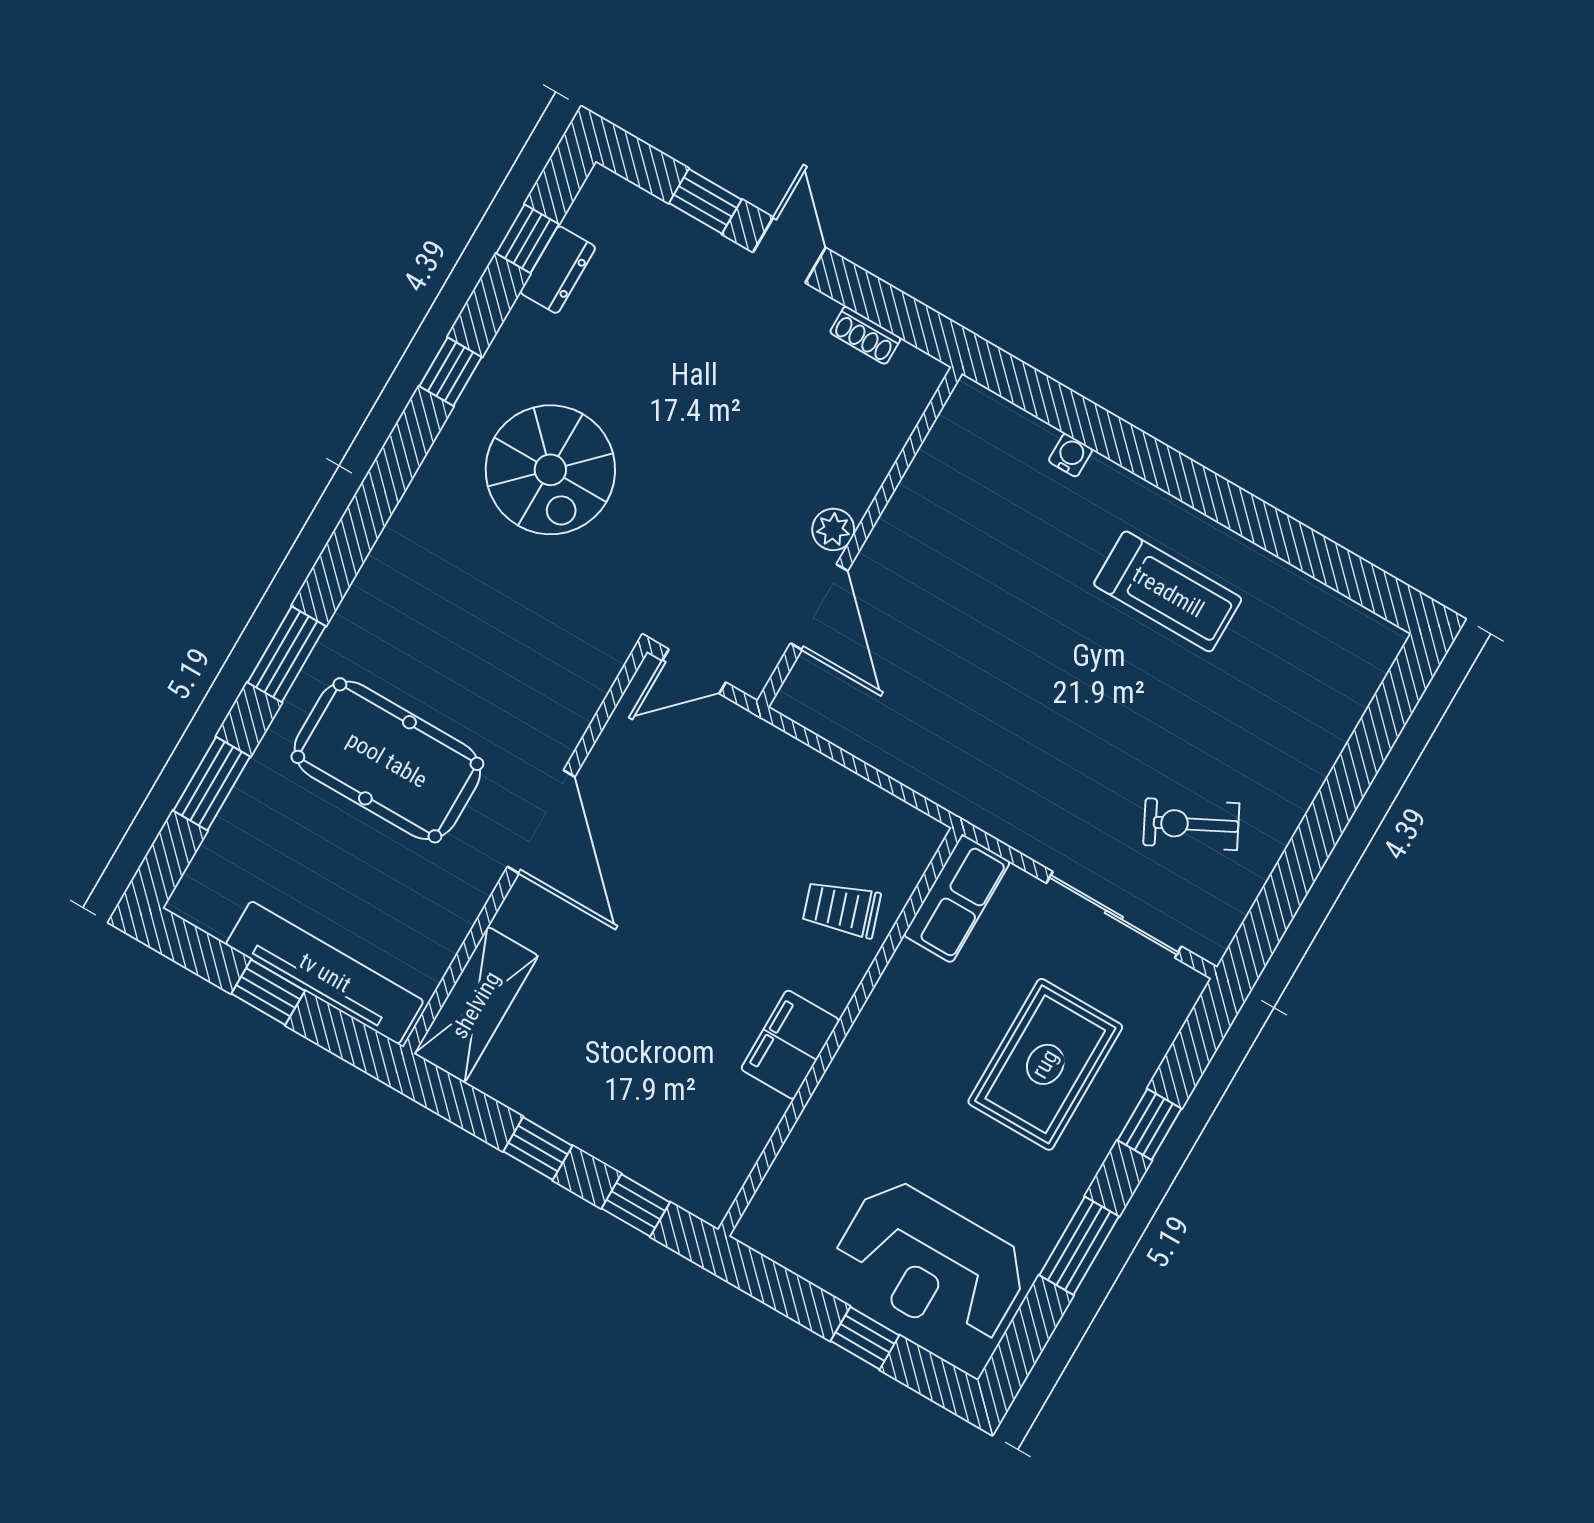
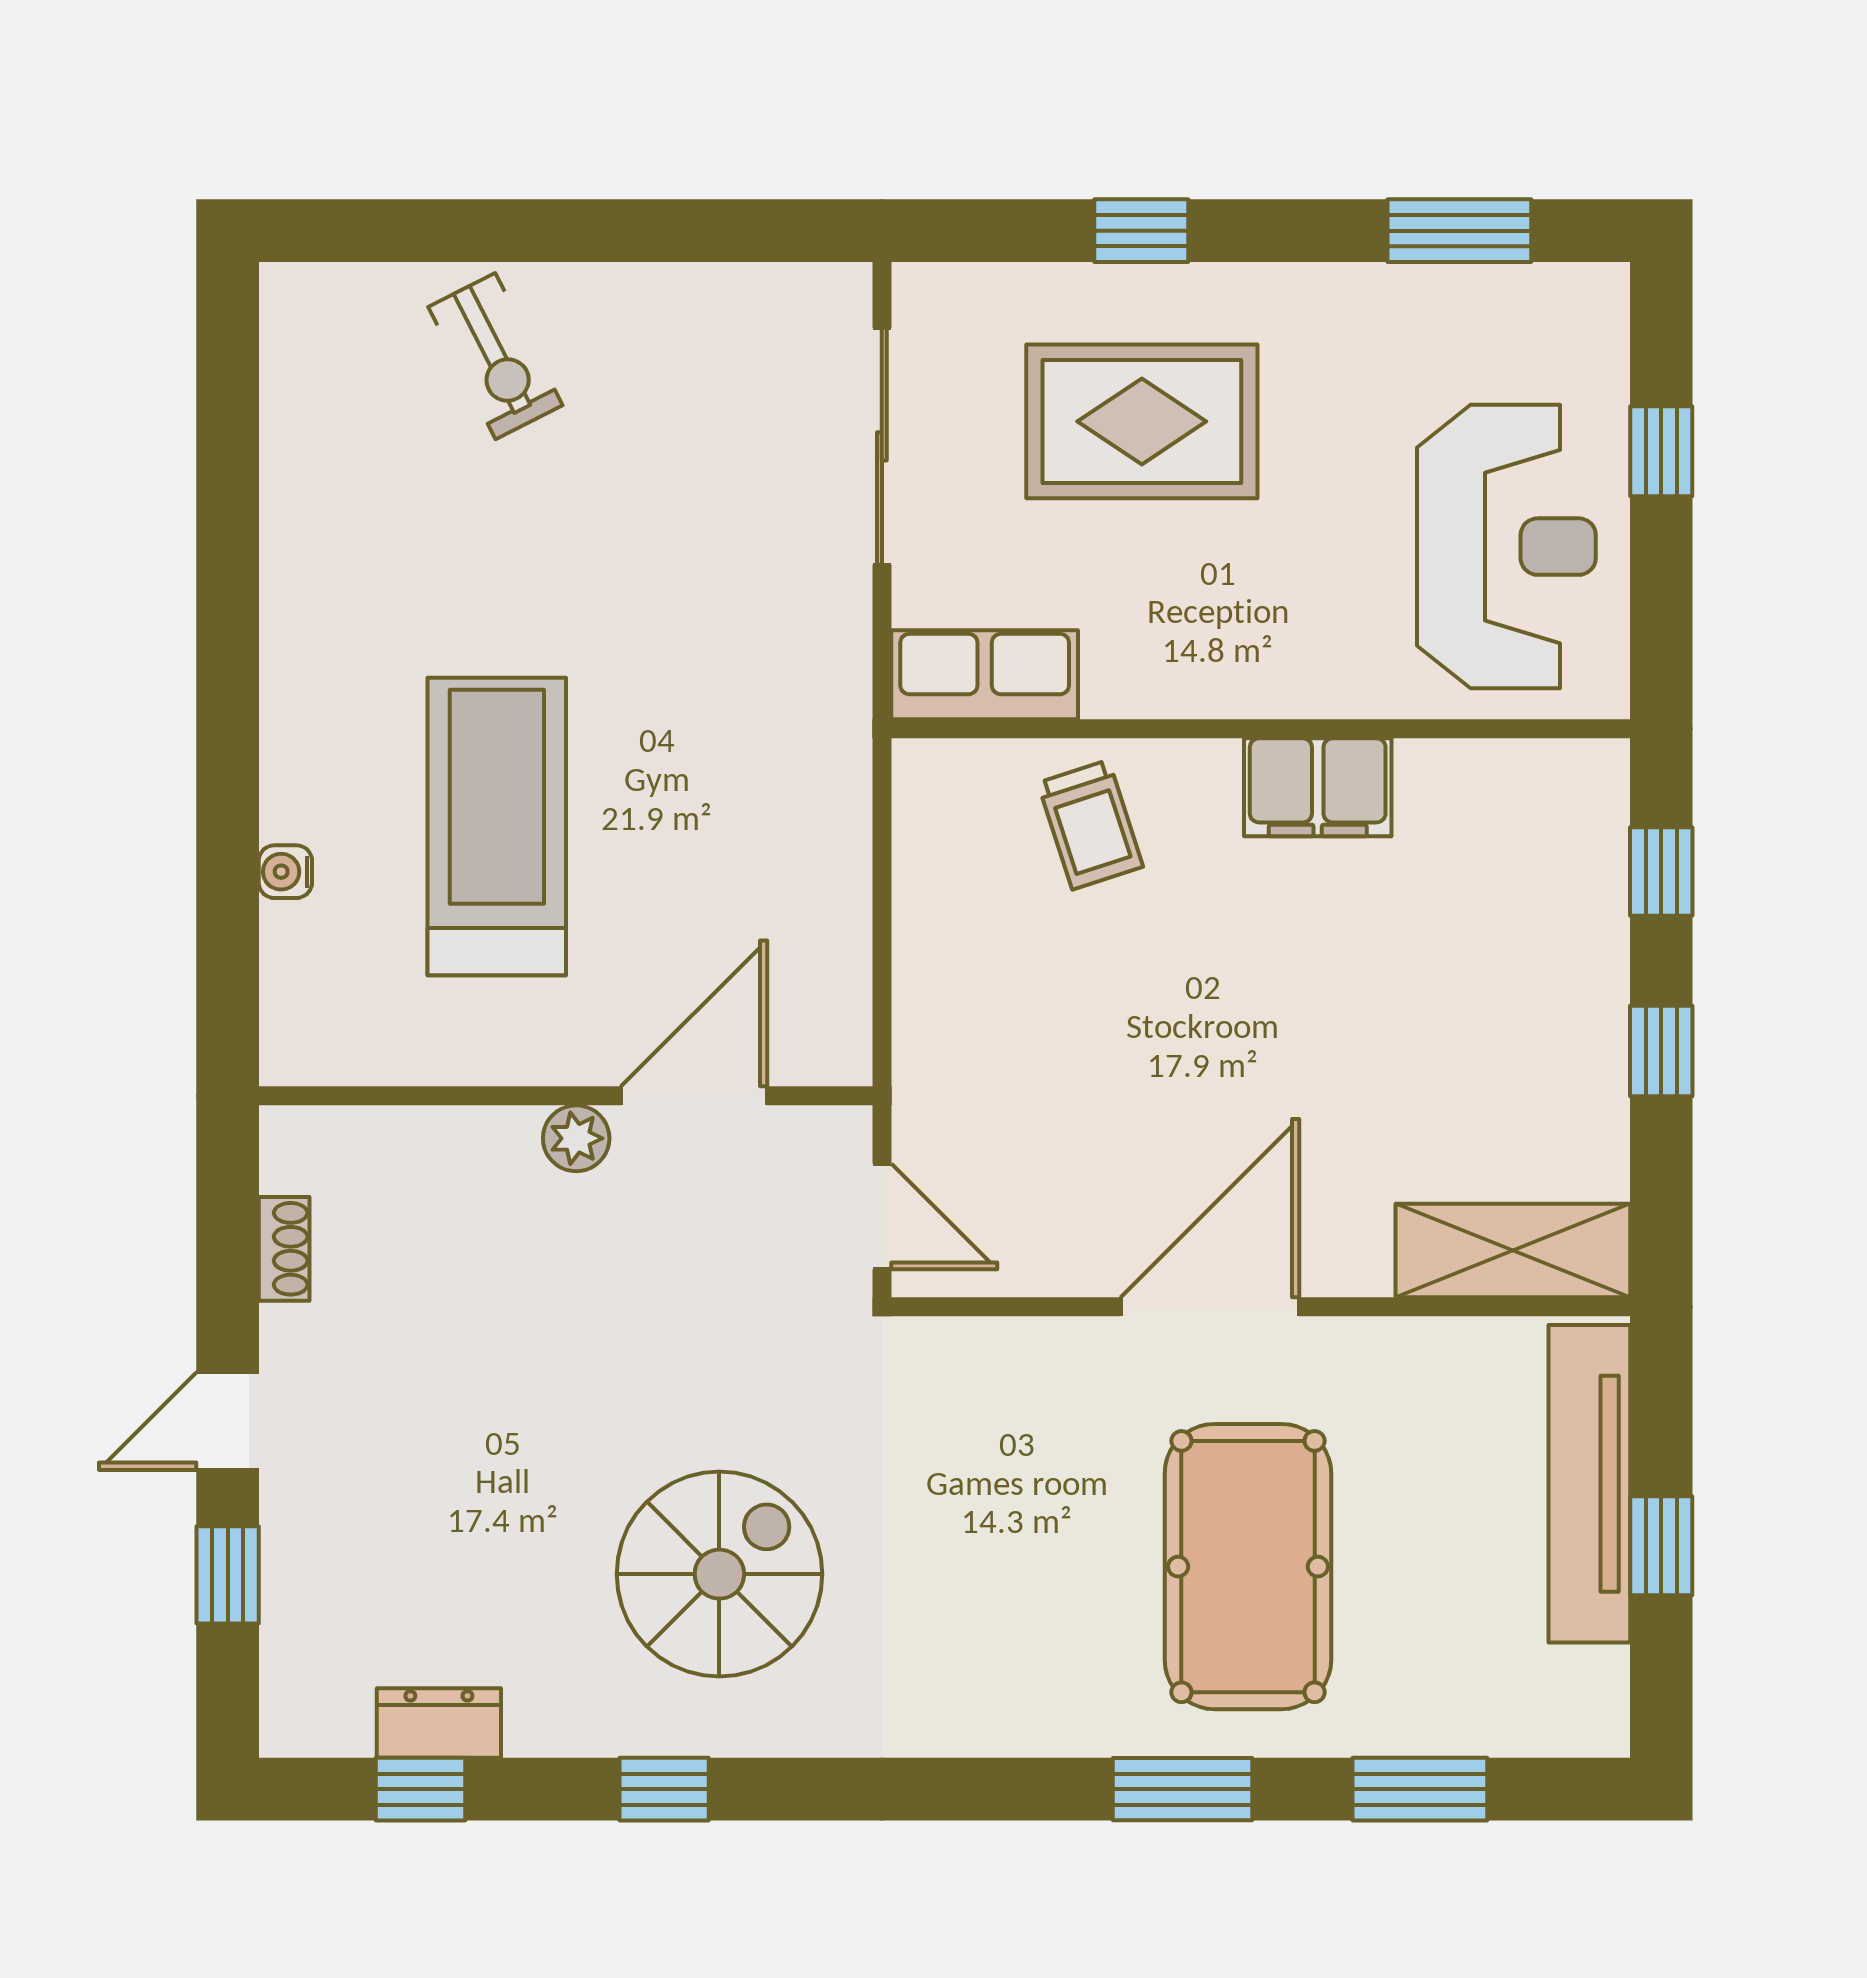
treadmill: (1168, 592) -> (497, 827), moved, width x1.37, depth x1.38
exercise bike: (1191, 824) -> (495, 356), moved
window: (1079, 1246) -> (1459, 231), moved
reception desk: (931, 1264) -> (1506, 547), moved

